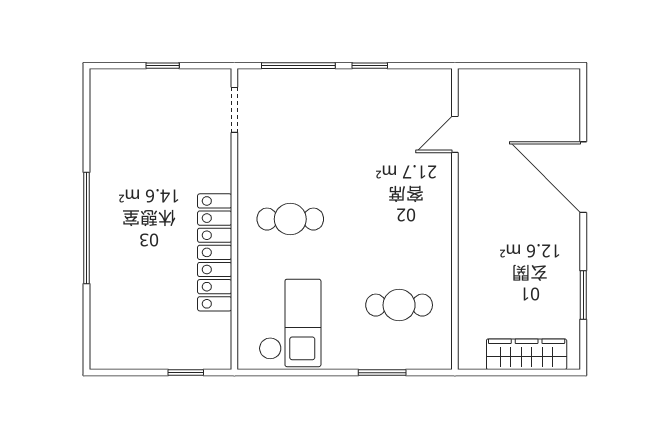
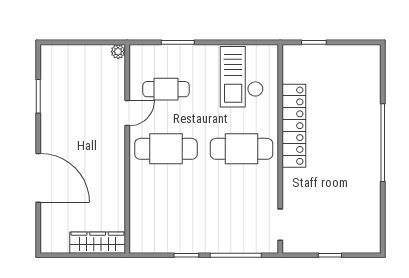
door: (455, 134) -> (127, 113), moved
cafe table: (290, 219) -> (241, 149), width x1.37, depth x1.35
cafe table: (399, 219) -> (166, 149), added
wardrobe: (527, 354) -> (98, 243), moved, turned 180
plant: (468, 359) -> (118, 52), added

